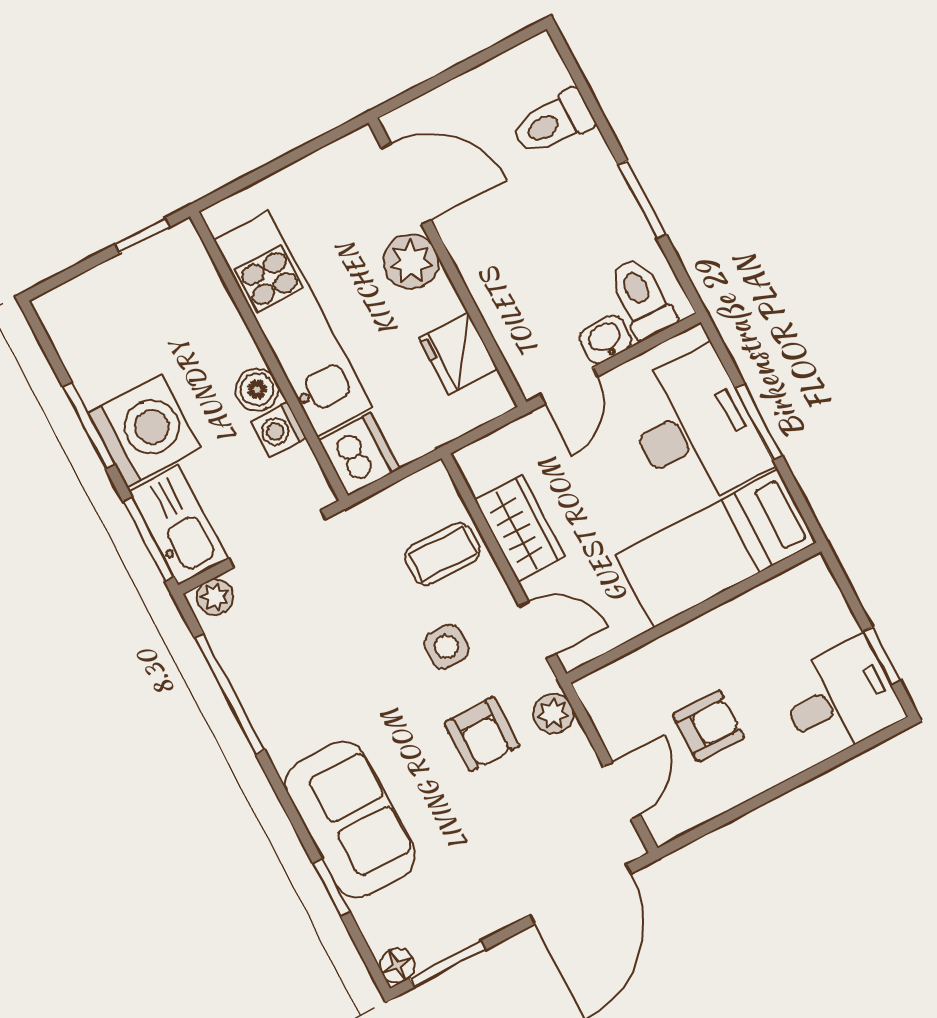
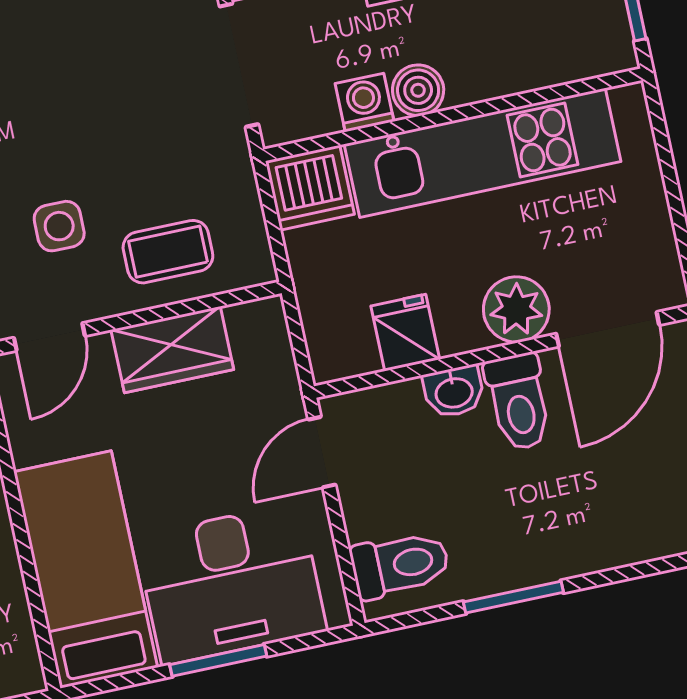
toilet: (553, 123) -> (518, 402), moved, turned 180
washbasin: (606, 339) -> (454, 392), moved, turned 90
fridge: (458, 354) -> (405, 333), width x0.72
door: (569, 386) -> (322, 452), hinge flipped
coffee table: (443, 554) -> (168, 252), turned 90

